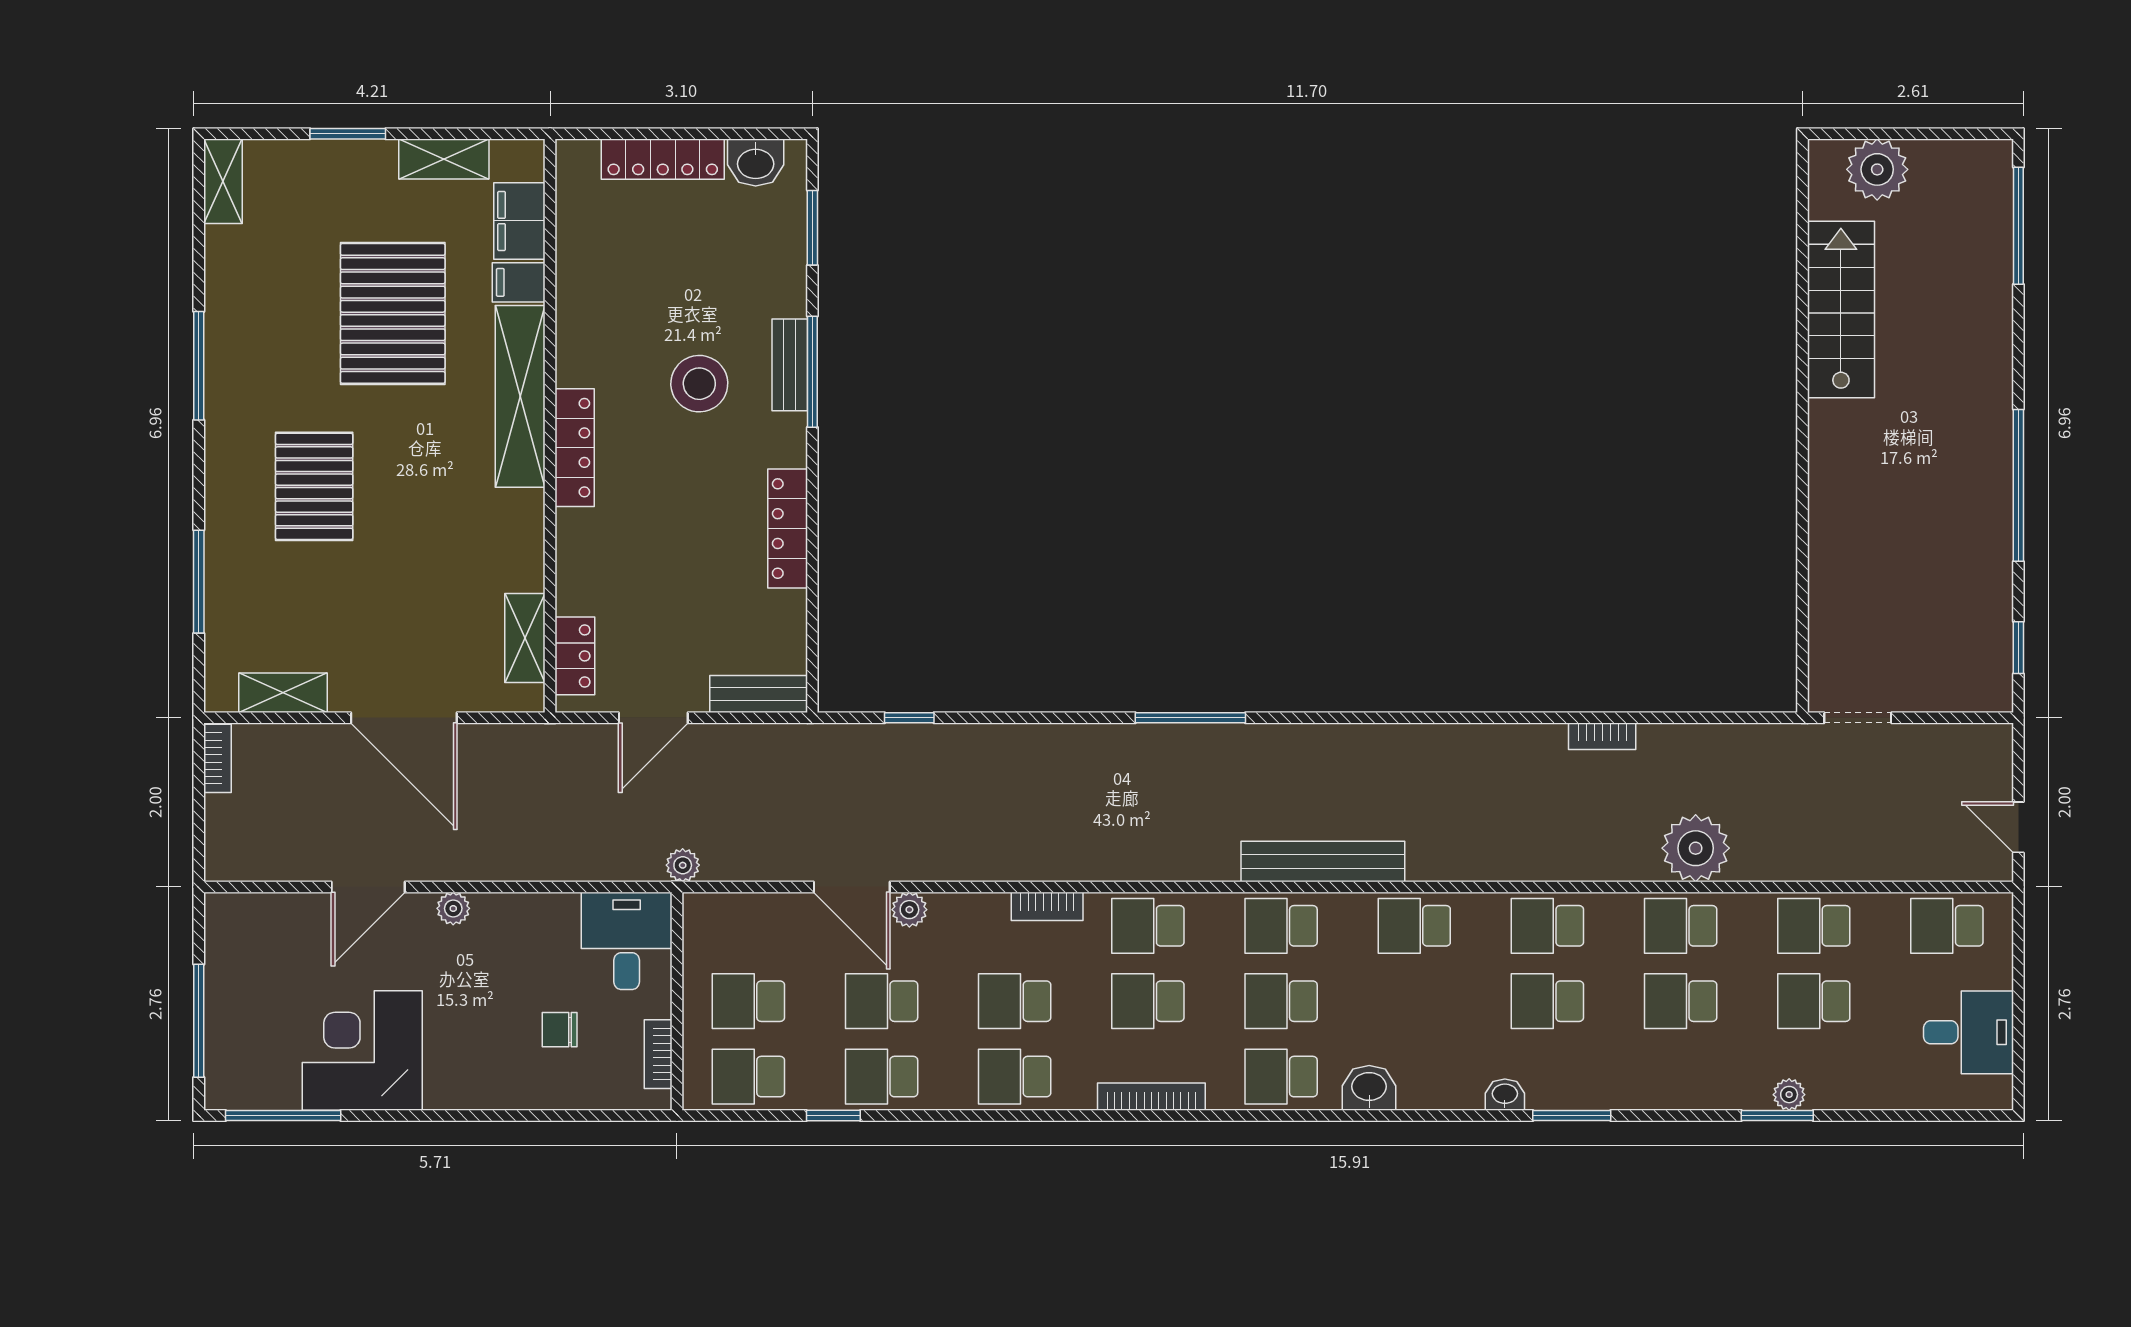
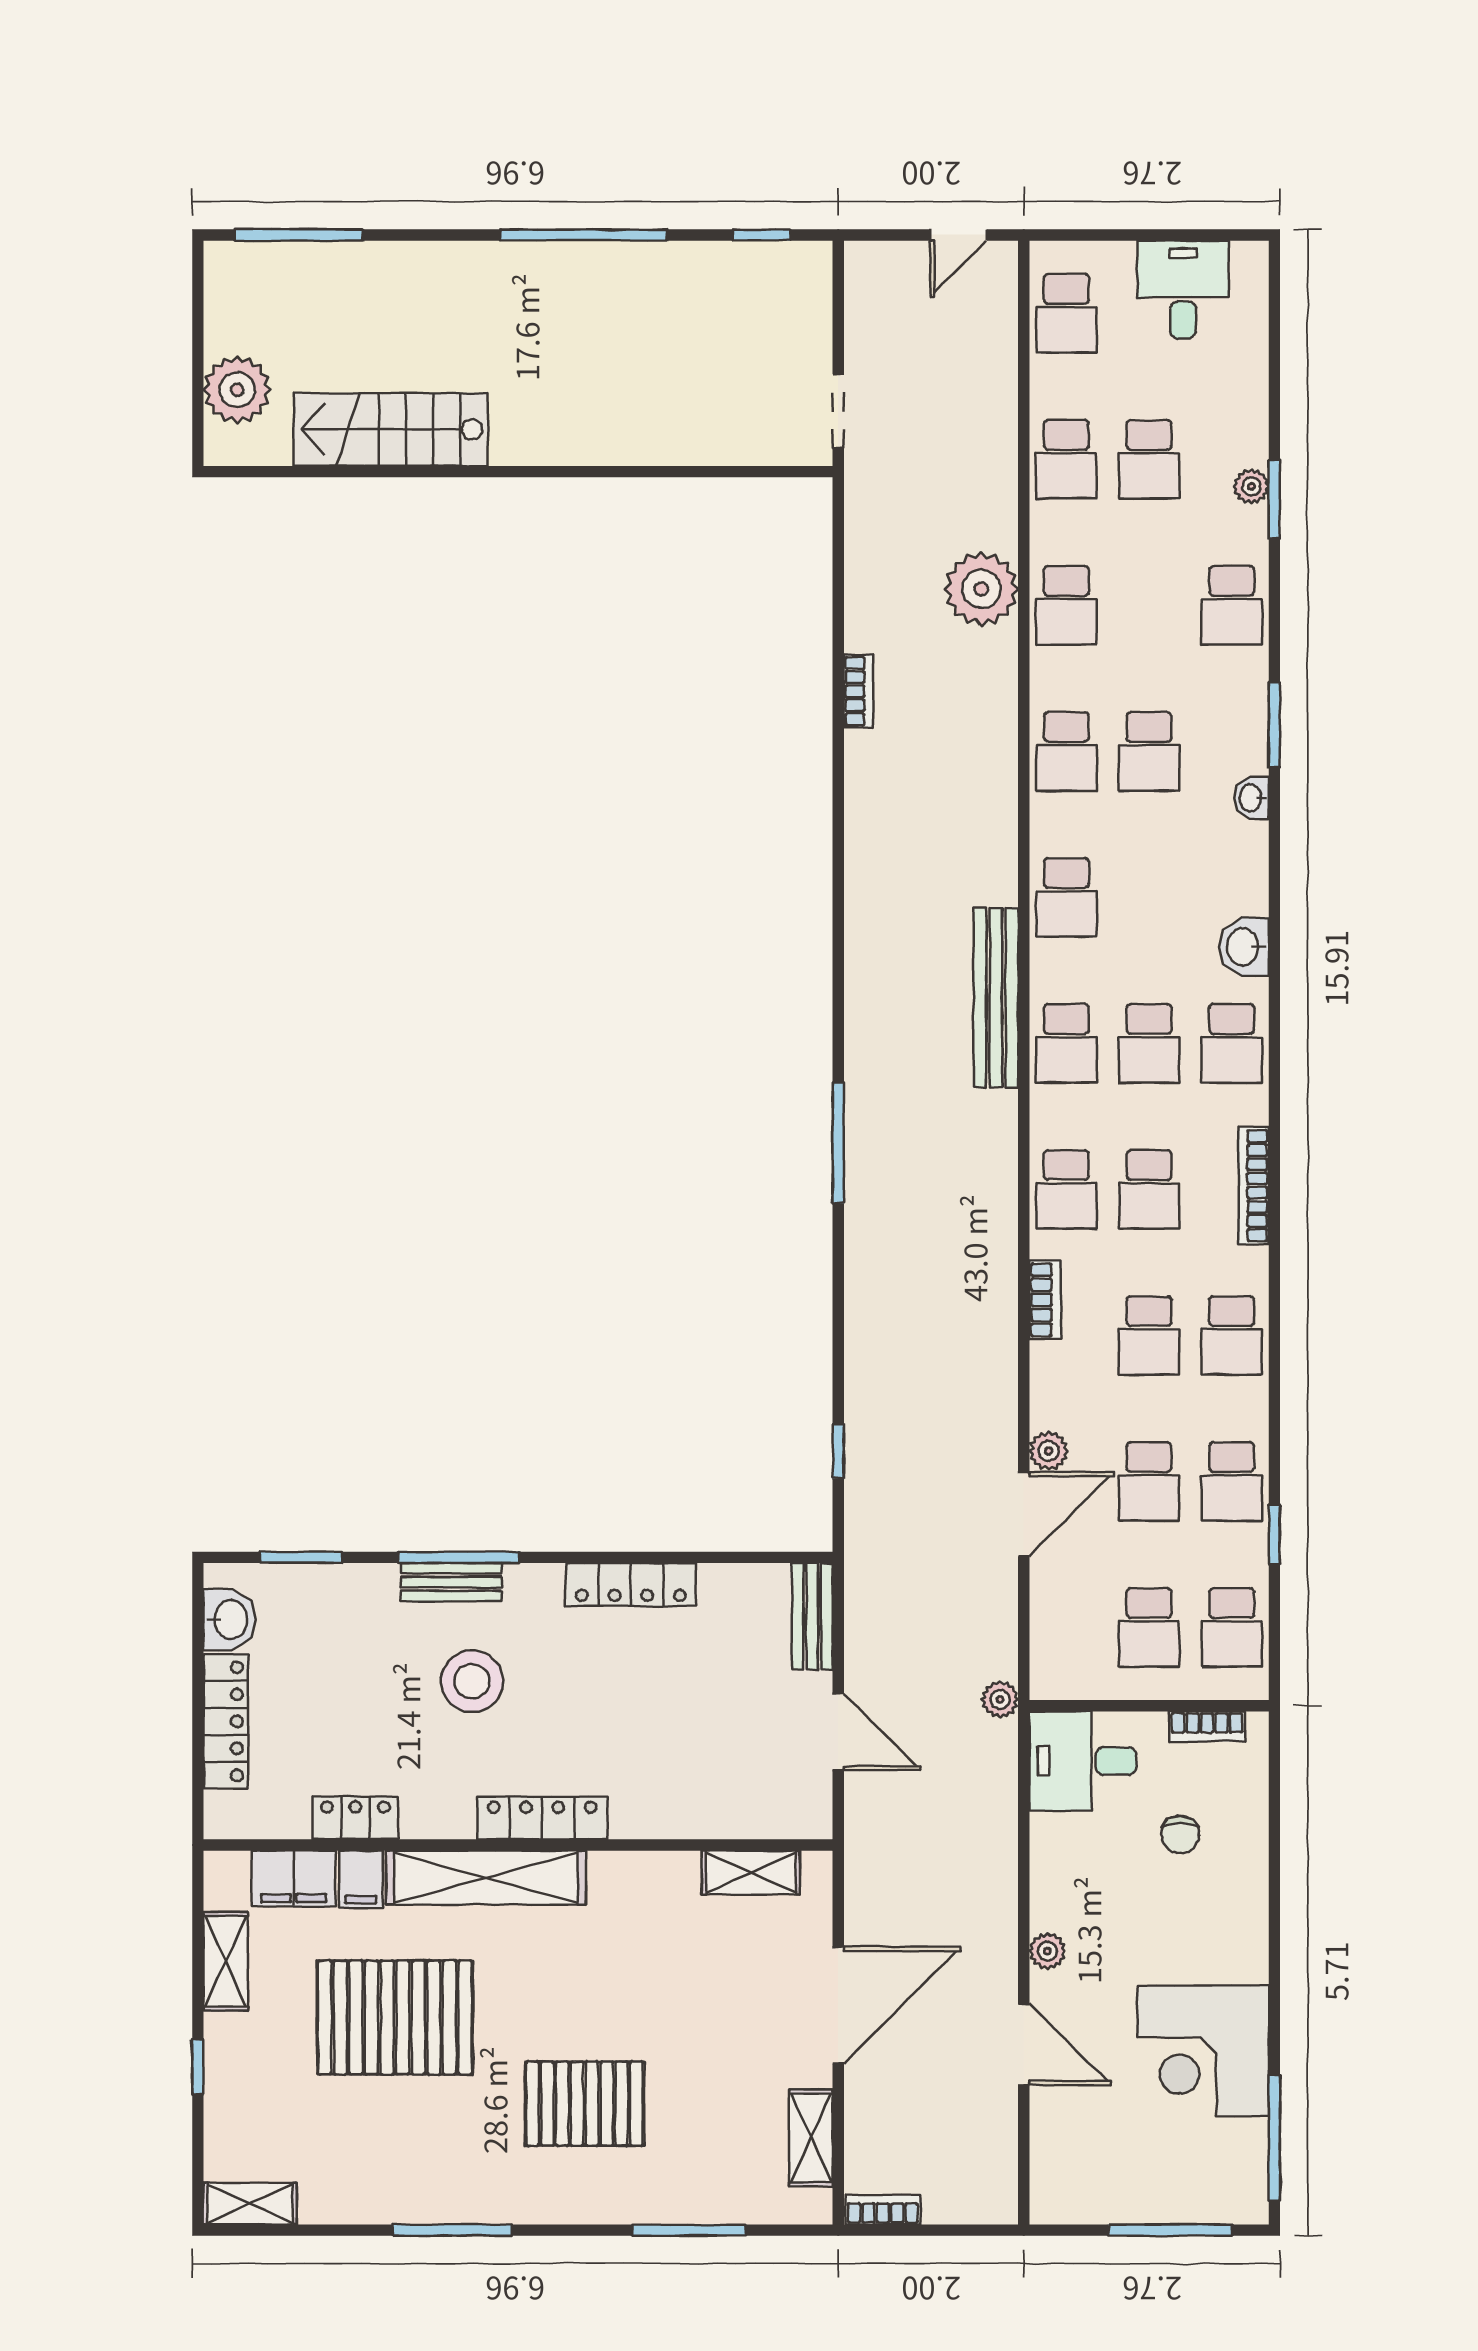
window: (348, 134) -> (198, 2067), width x0.67
locker: (575, 656) -> (355, 1818), moved
school desk: (1681, 1001) -> (1232, 605), moved

